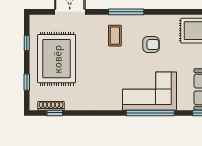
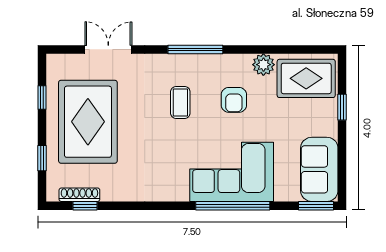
plant: (170, 22) -> (263, 65), added
coffee table: (115, 36) -> (180, 102), moved
armchair: (151, 44) -> (234, 100), turned 90

